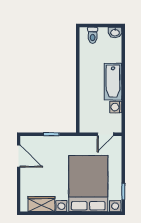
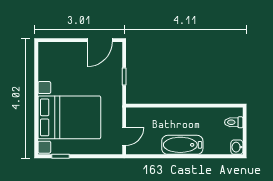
washing machine: (116, 107) -> (154, 148), removed
door: (105, 134) -> (124, 136), swing flipped
wardrobe: (41, 204) -> (47, 65), removed

